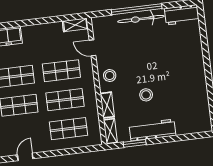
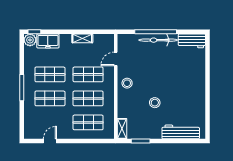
shelving: (75, 25) -> (82, 38), moved
door: (92, 48) -> (116, 59), hinge flipped
shelving: (107, 105) -> (122, 107), removed
workbench: (153, 130) -> (181, 132), moved

